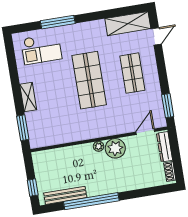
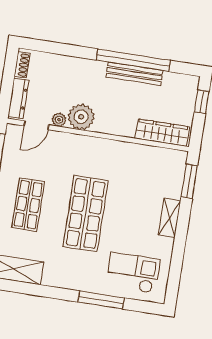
plant: (99, 146) -> (59, 120), moved
wardrobe: (54, 156) -> (162, 133), added
bench: (65, 195) -> (134, 74), moved

